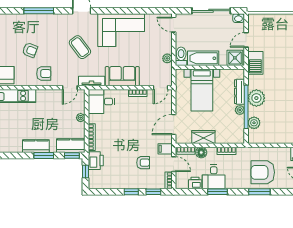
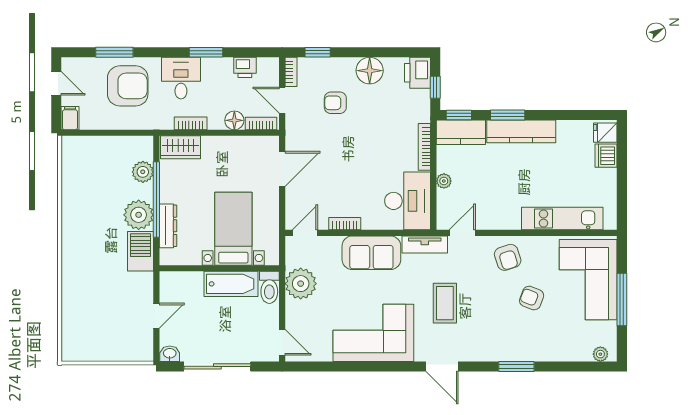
window: (39, 11) -> (516, 366), width x0.69
coffee table: (80, 47) -> (445, 303), turned 37
plant: (167, 58) -> (301, 284), width x1.88, depth x1.88
shower: (235, 58) -> (176, 285), removed
barbecue: (255, 63) -> (140, 251), moved
armchair: (44, 74) -> (508, 257), turned -108
desk: (101, 102) -> (408, 201), width x1.37
plant: (240, 110) -> (167, 194), removed
wardrobe: (203, 137) -> (181, 147), moved
kitchen counter: (36, 146) -> (521, 131), width x1.50
filing cabinet: (165, 149) -> (297, 127), removed
printer: (96, 161) -> (418, 73), moved
desk: (214, 177) -> (181, 78), moved
floor lamp: (123, 181) -> (370, 71), added
window: (131, 192) -> (356, 52), removed
window: (259, 192) -> (114, 52), moved

